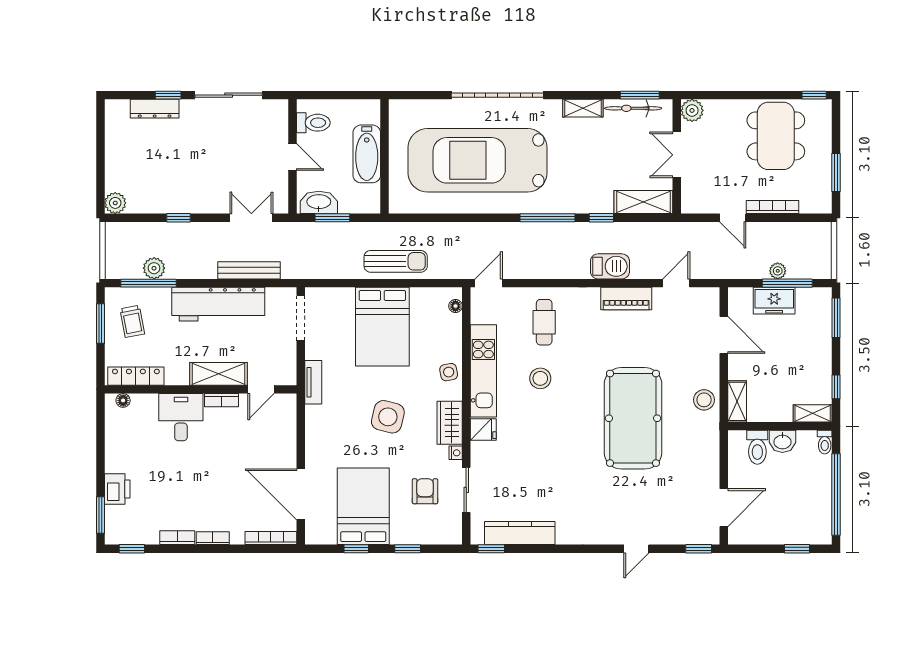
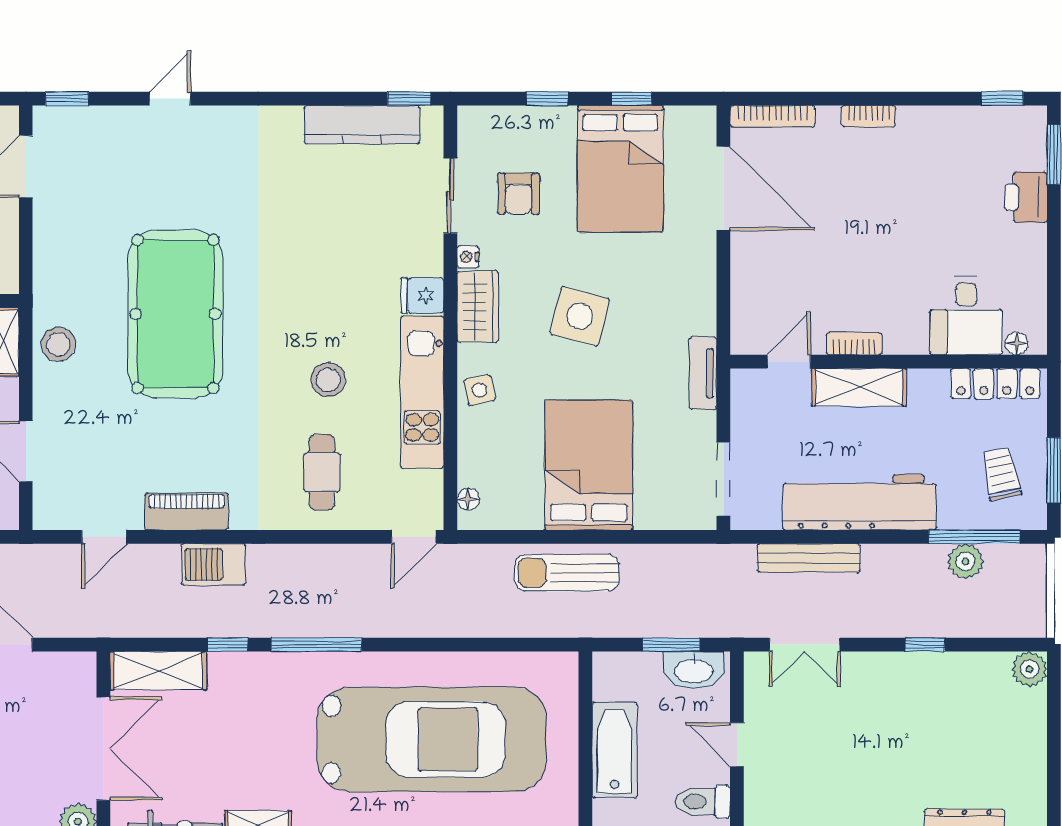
double door: (677, 155) -> (103, 749), width x1.37
desk: (181, 417) -> (966, 316), moved
bookcase: (177, 538) -> (927, 117), removed

